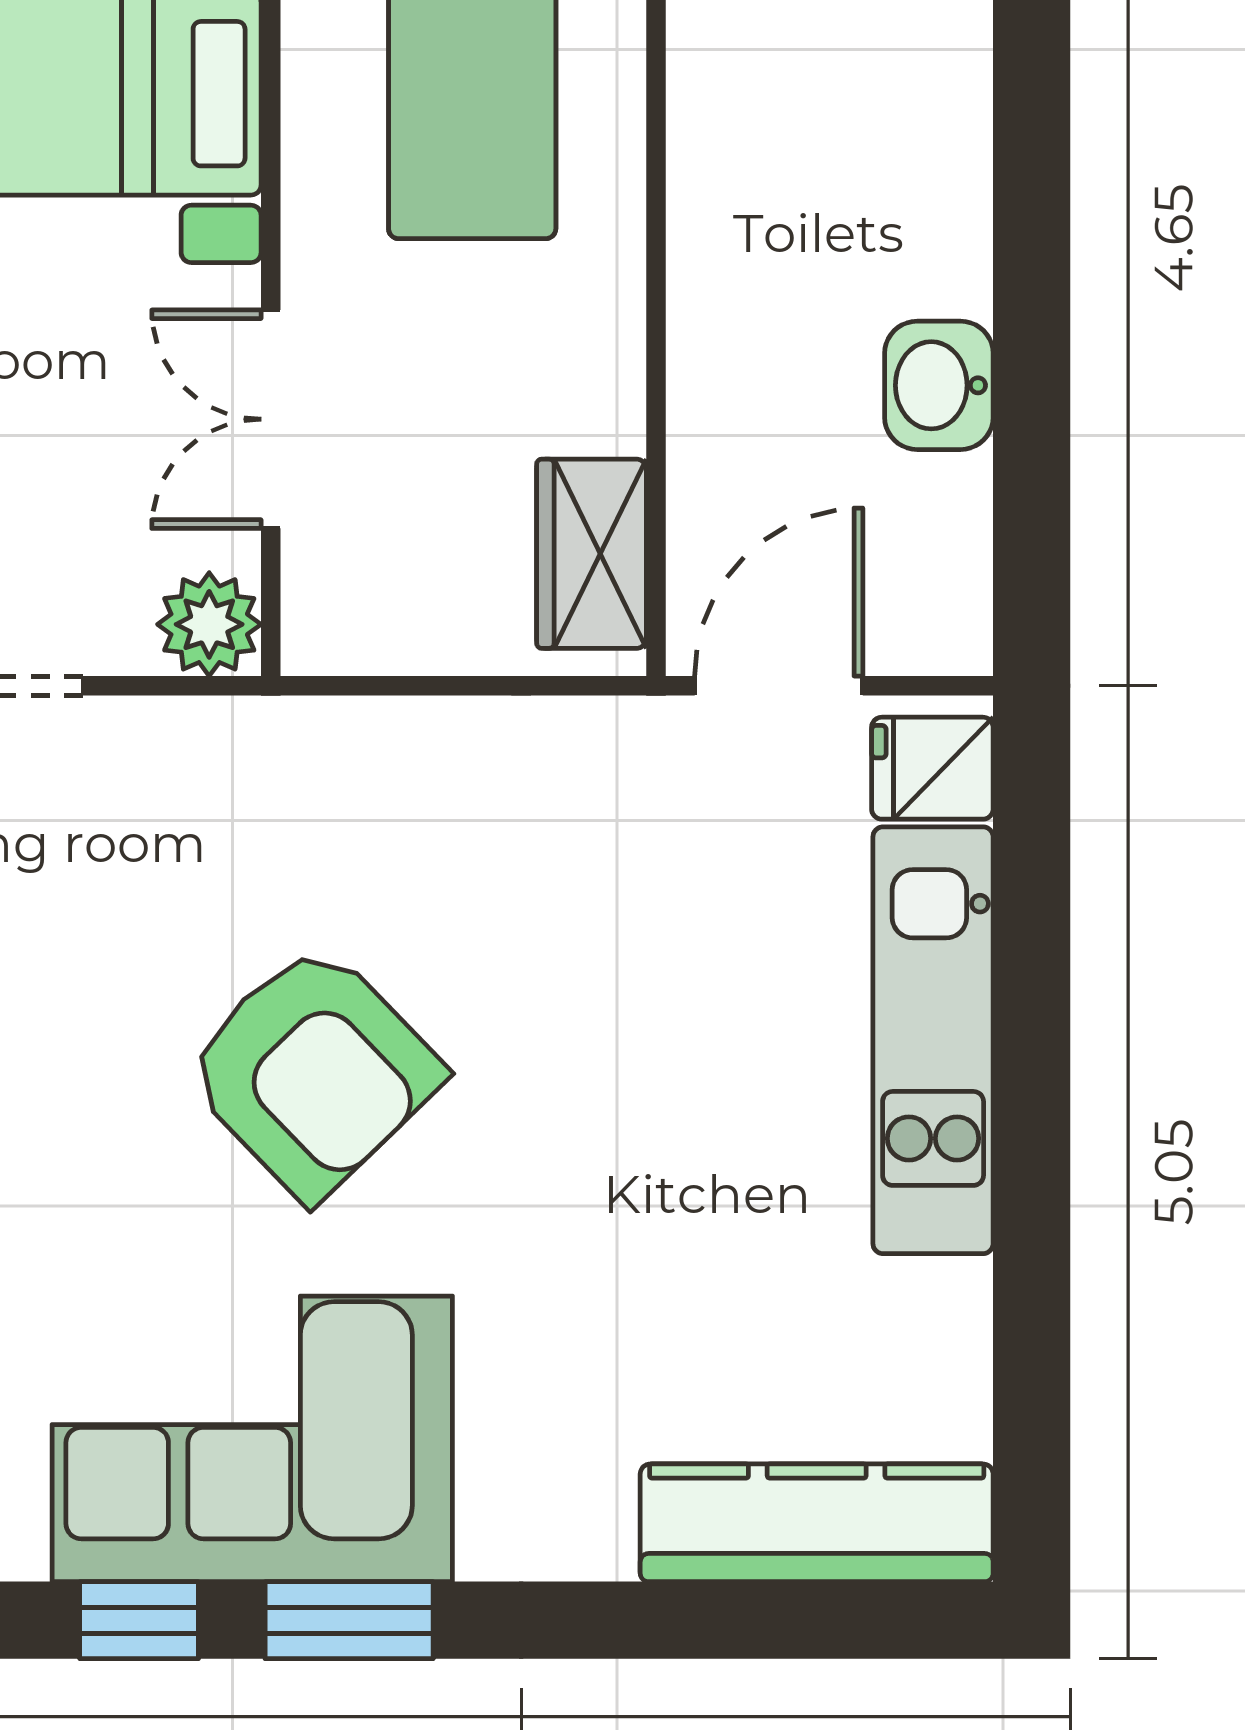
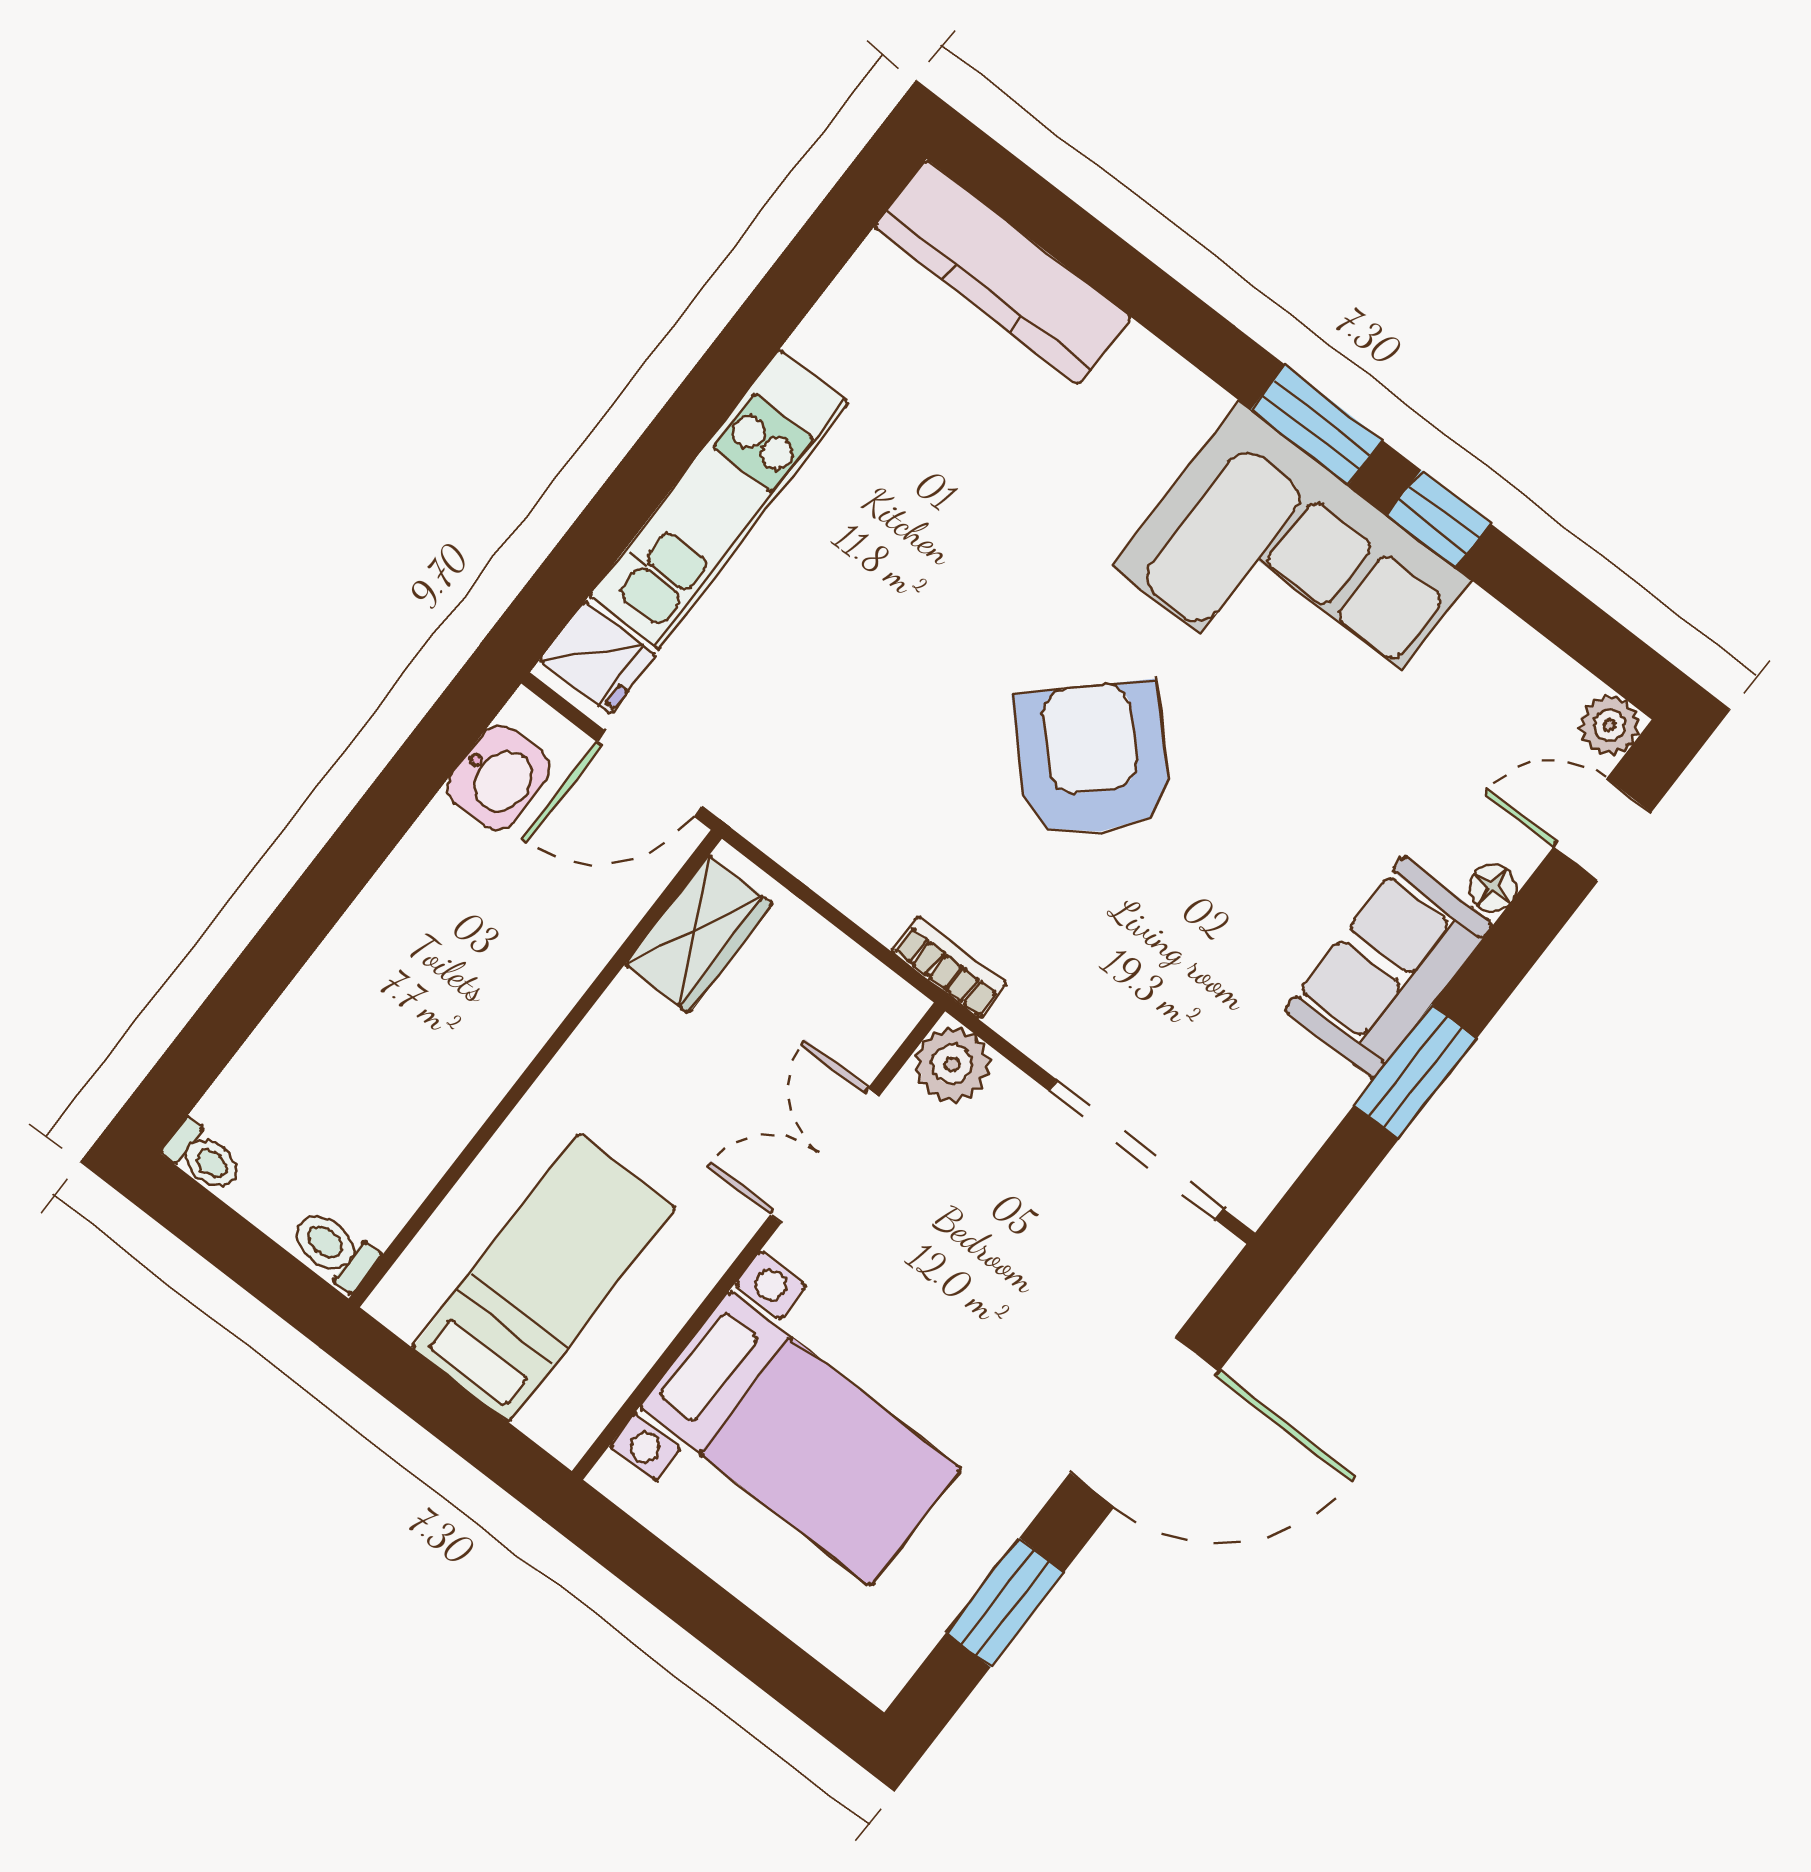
washbasin: (939, 385) -> (499, 777), moved
double door: (271, 419) -> (825, 1156), swing flipped
bookcase: (293, 726) -> (949, 968), added

